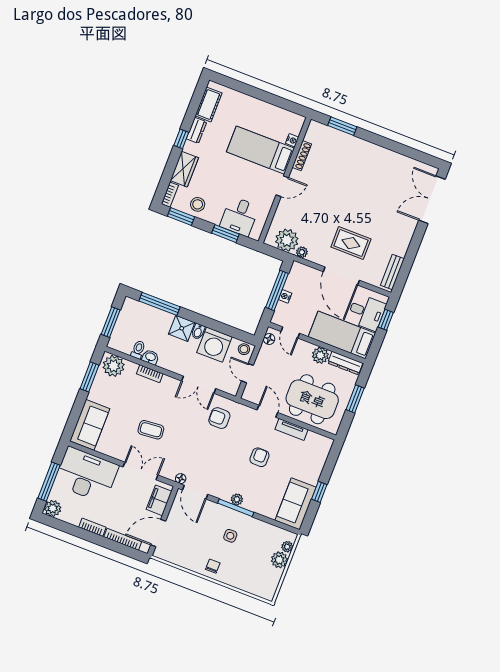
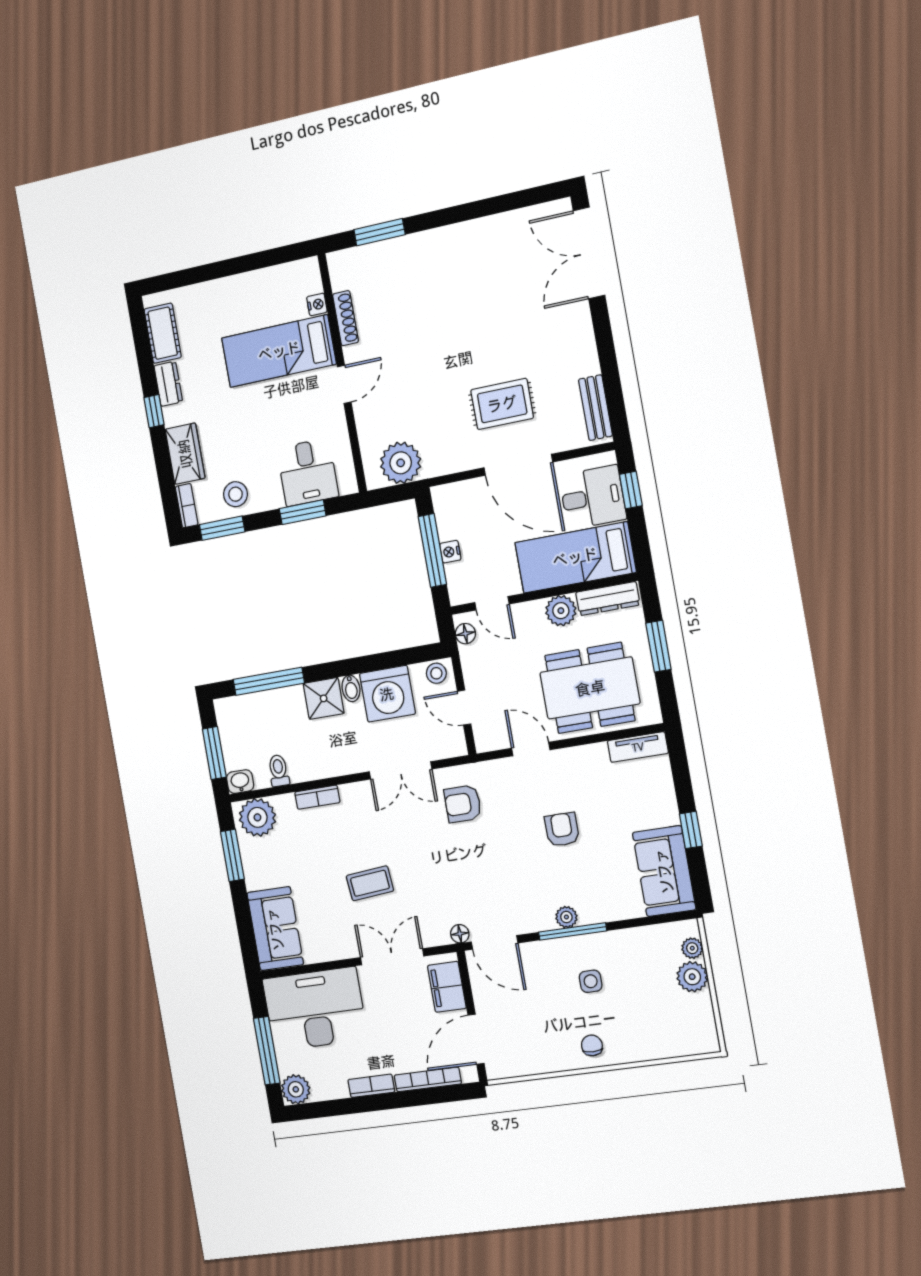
plant: (302, 252) -> (435, 467), removed
washbasin: (150, 357) -> (240, 782), moved
tv unit: (292, 429) -> (638, 747), moved

